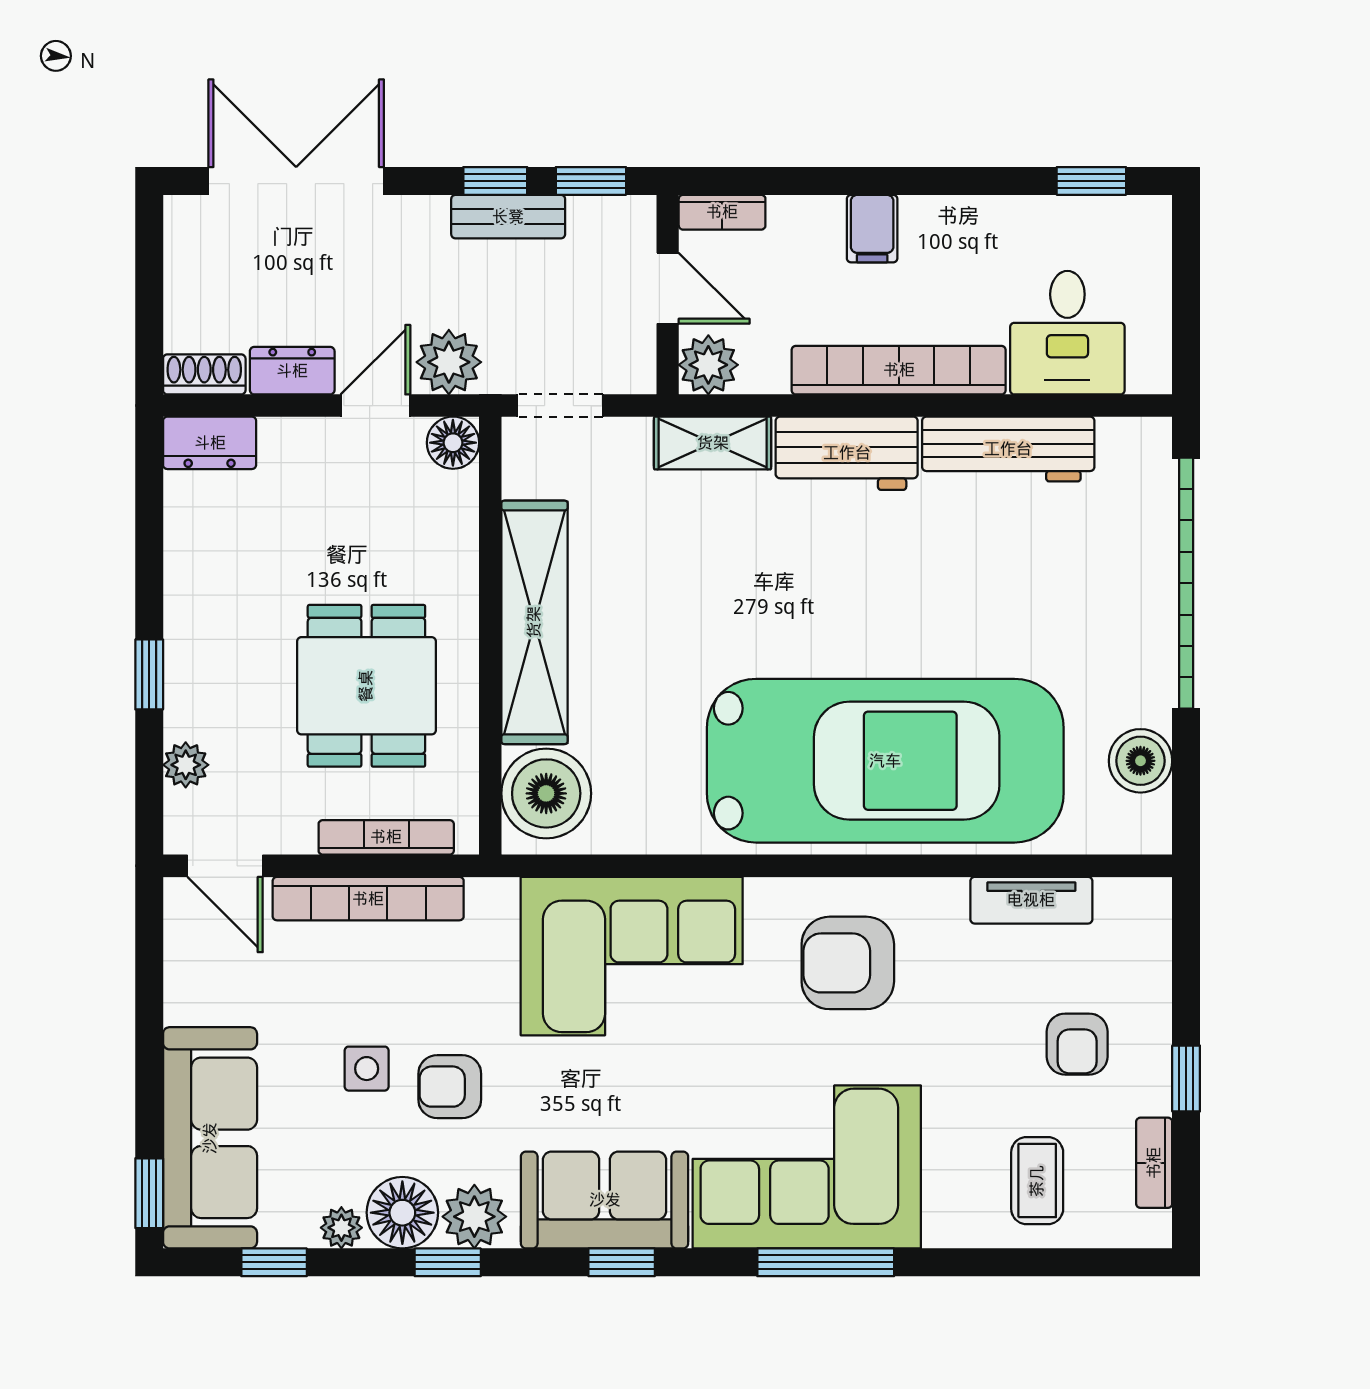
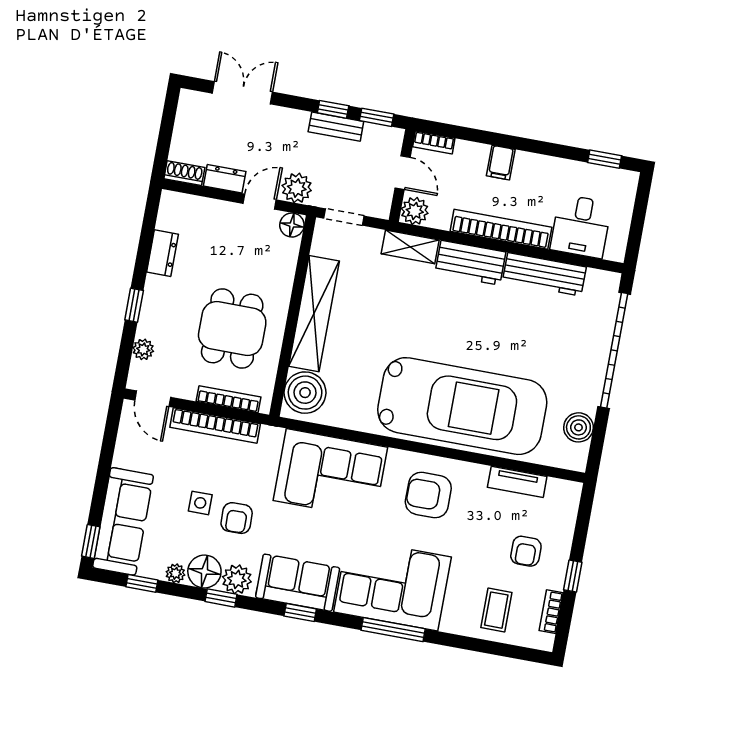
double door: (296, 181) -> (242, 93), width x0.73
dresser: (210, 443) -> (163, 253), moved, turned -90
armchair: (450, 1087) -> (237, 518), turned -91

